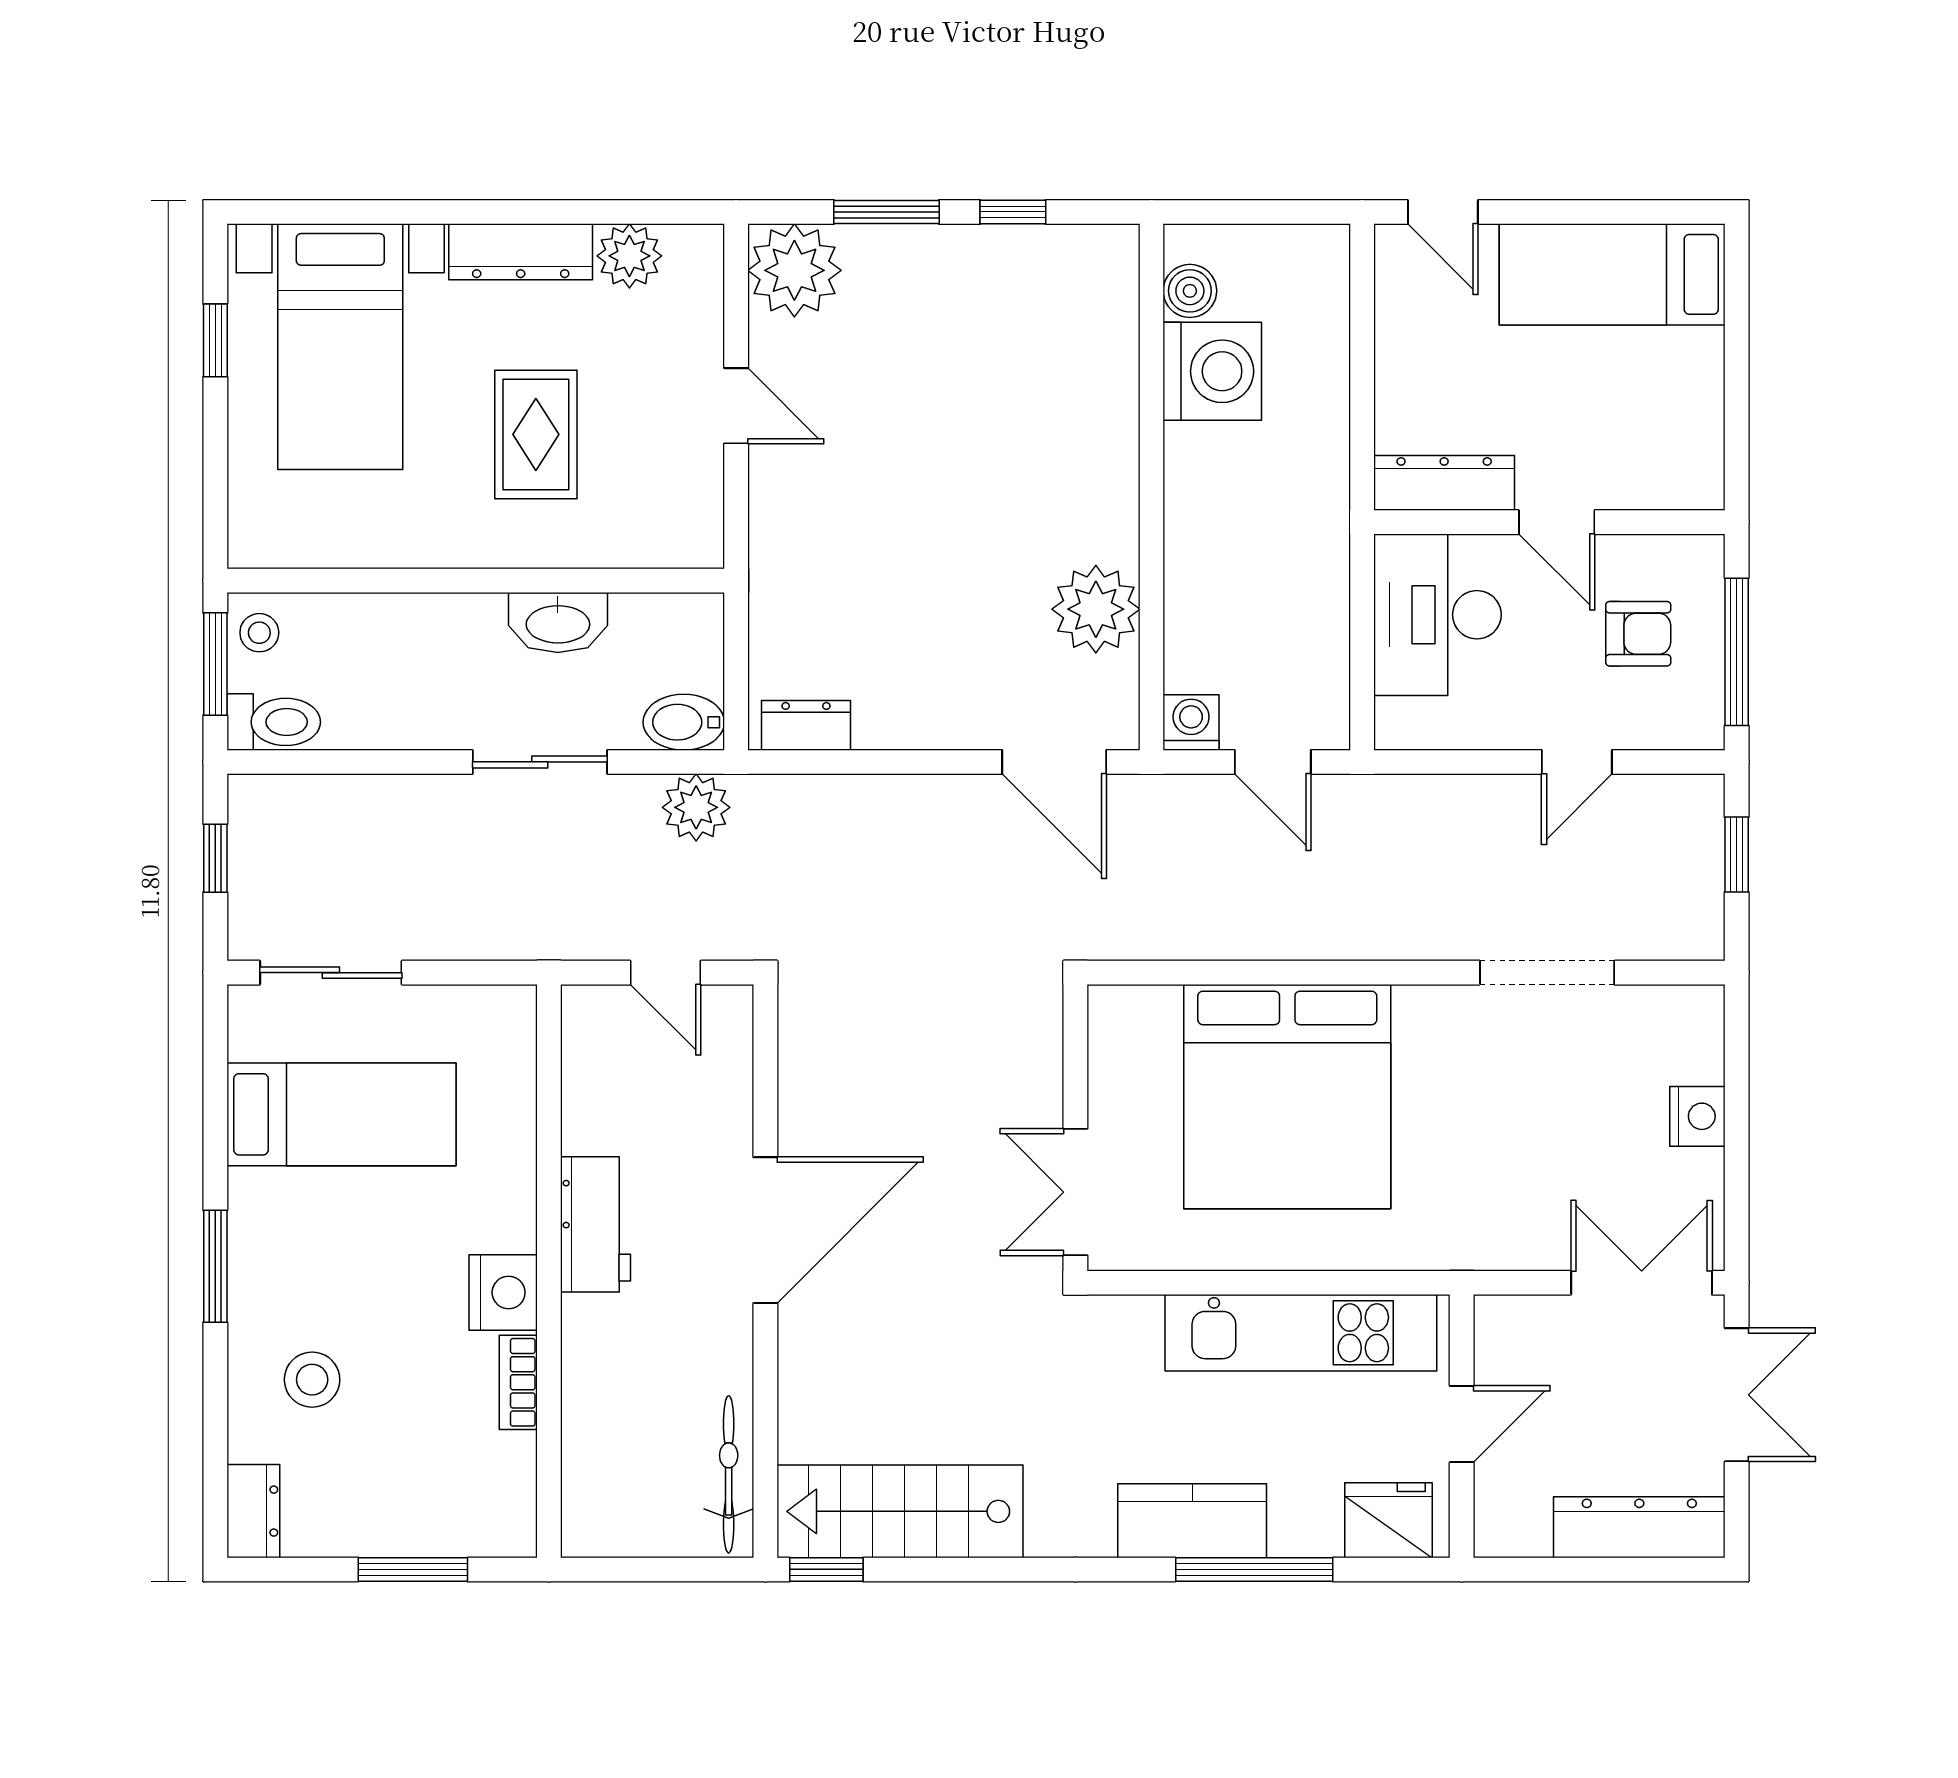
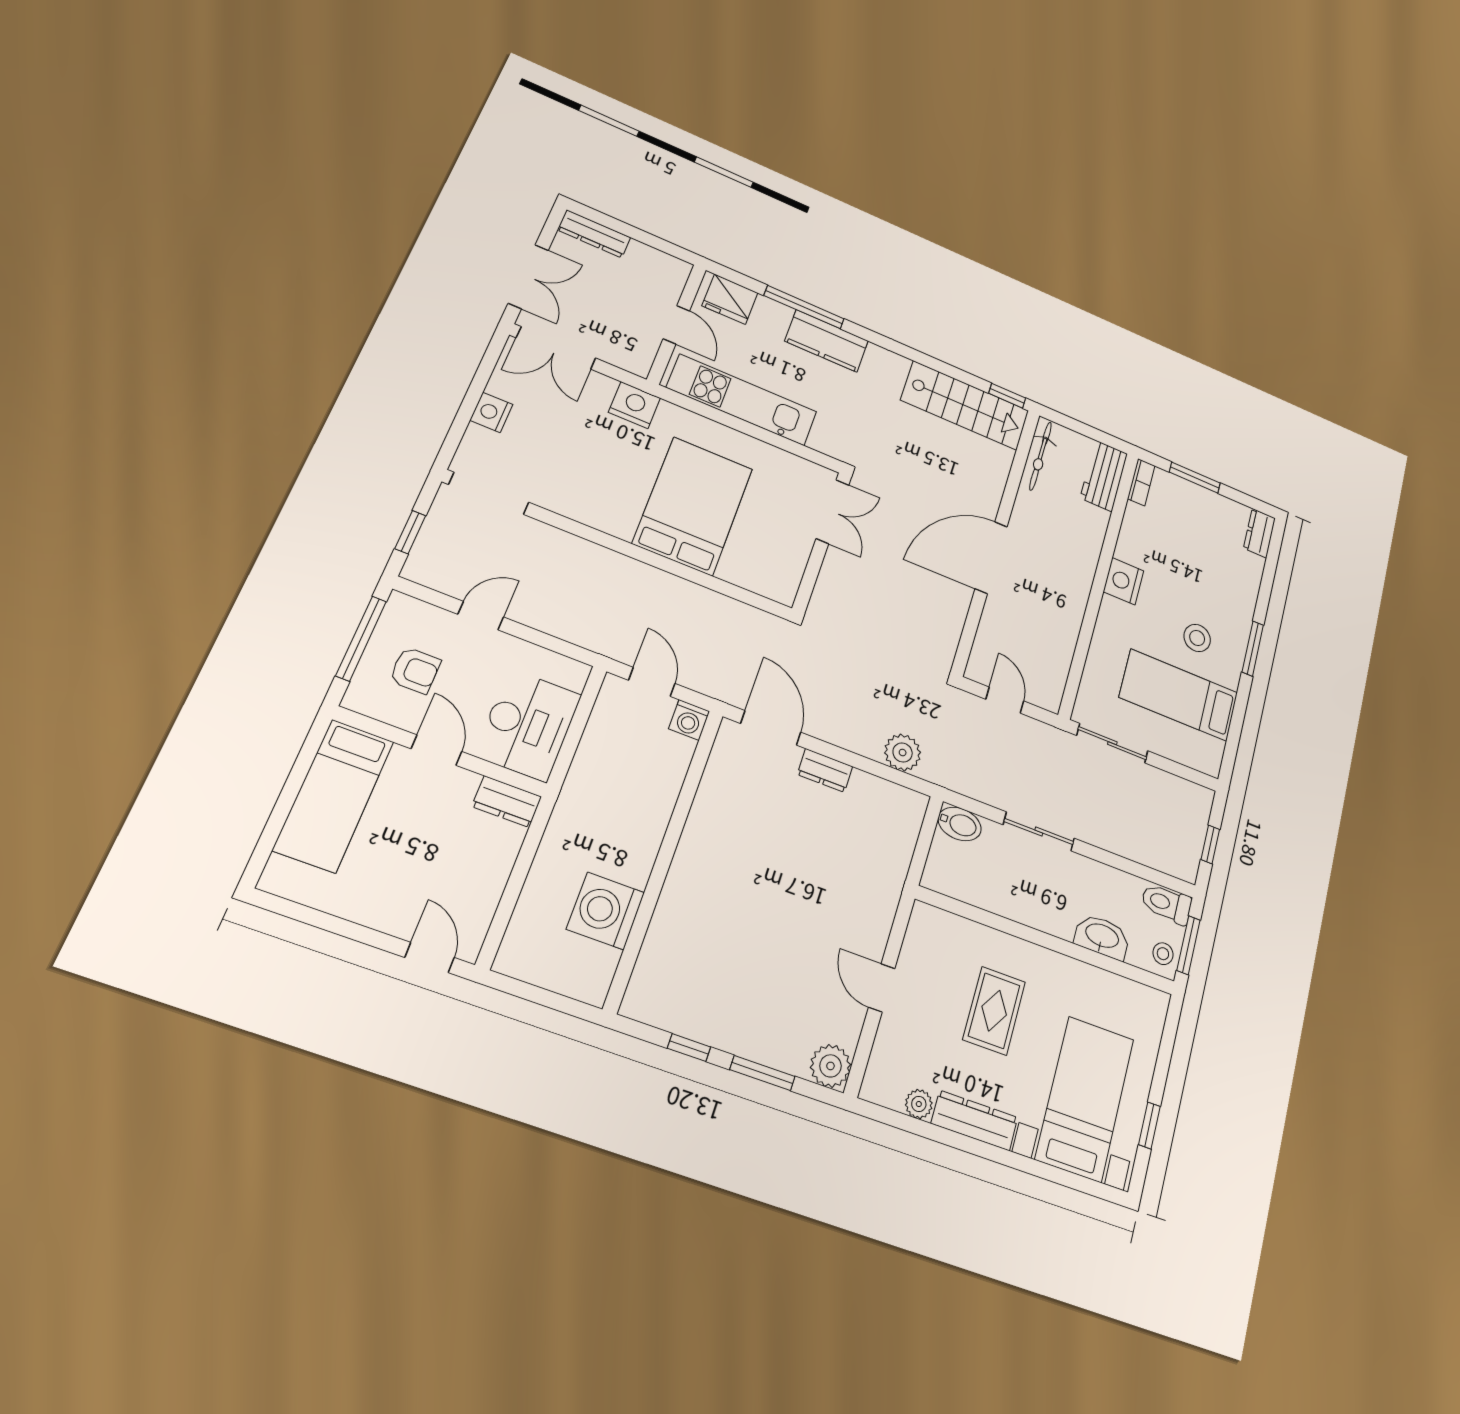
plant: (629, 256) -> (919, 1104), width x0.73, depth x0.73
plant: (794, 270) -> (830, 1066), width x0.73, depth x0.73
bed: (1612, 274) -> (334, 795), moved, turned 90
boiler: (1190, 291) -> (601, 963), removed
dresser: (1444, 483) -> (507, 802), width x0.70
plant: (1096, 609) -> (720, 801), removed
washbasin: (558, 623) -> (1102, 937), moved
armchair: (1638, 634) -> (415, 670), turned 180
dresser: (806, 725) -> (825, 770), moved
plant: (696, 807) -> (903, 753), moved
sliding door: (331, 973) -> (1112, 743), moved
doorway: (1547, 973) -> (489, 493), moved
bed: (1287, 1097) -> (693, 506), width x0.73
workbench: (595, 1224) -> (1104, 476), moved
nightstand: (1476, 1237) -> (634, 405), added
stool: (312, 1380) -> (1197, 638), moved
bookcase: (518, 1382) -> (1141, 482), moved
double door: (1737, 1395) -> (528, 277), swing flipped
door: (1462, 1424) -> (676, 325), swing flipped
dresser: (1639, 1527) -> (594, 234), width x0.73, depth x0.80

